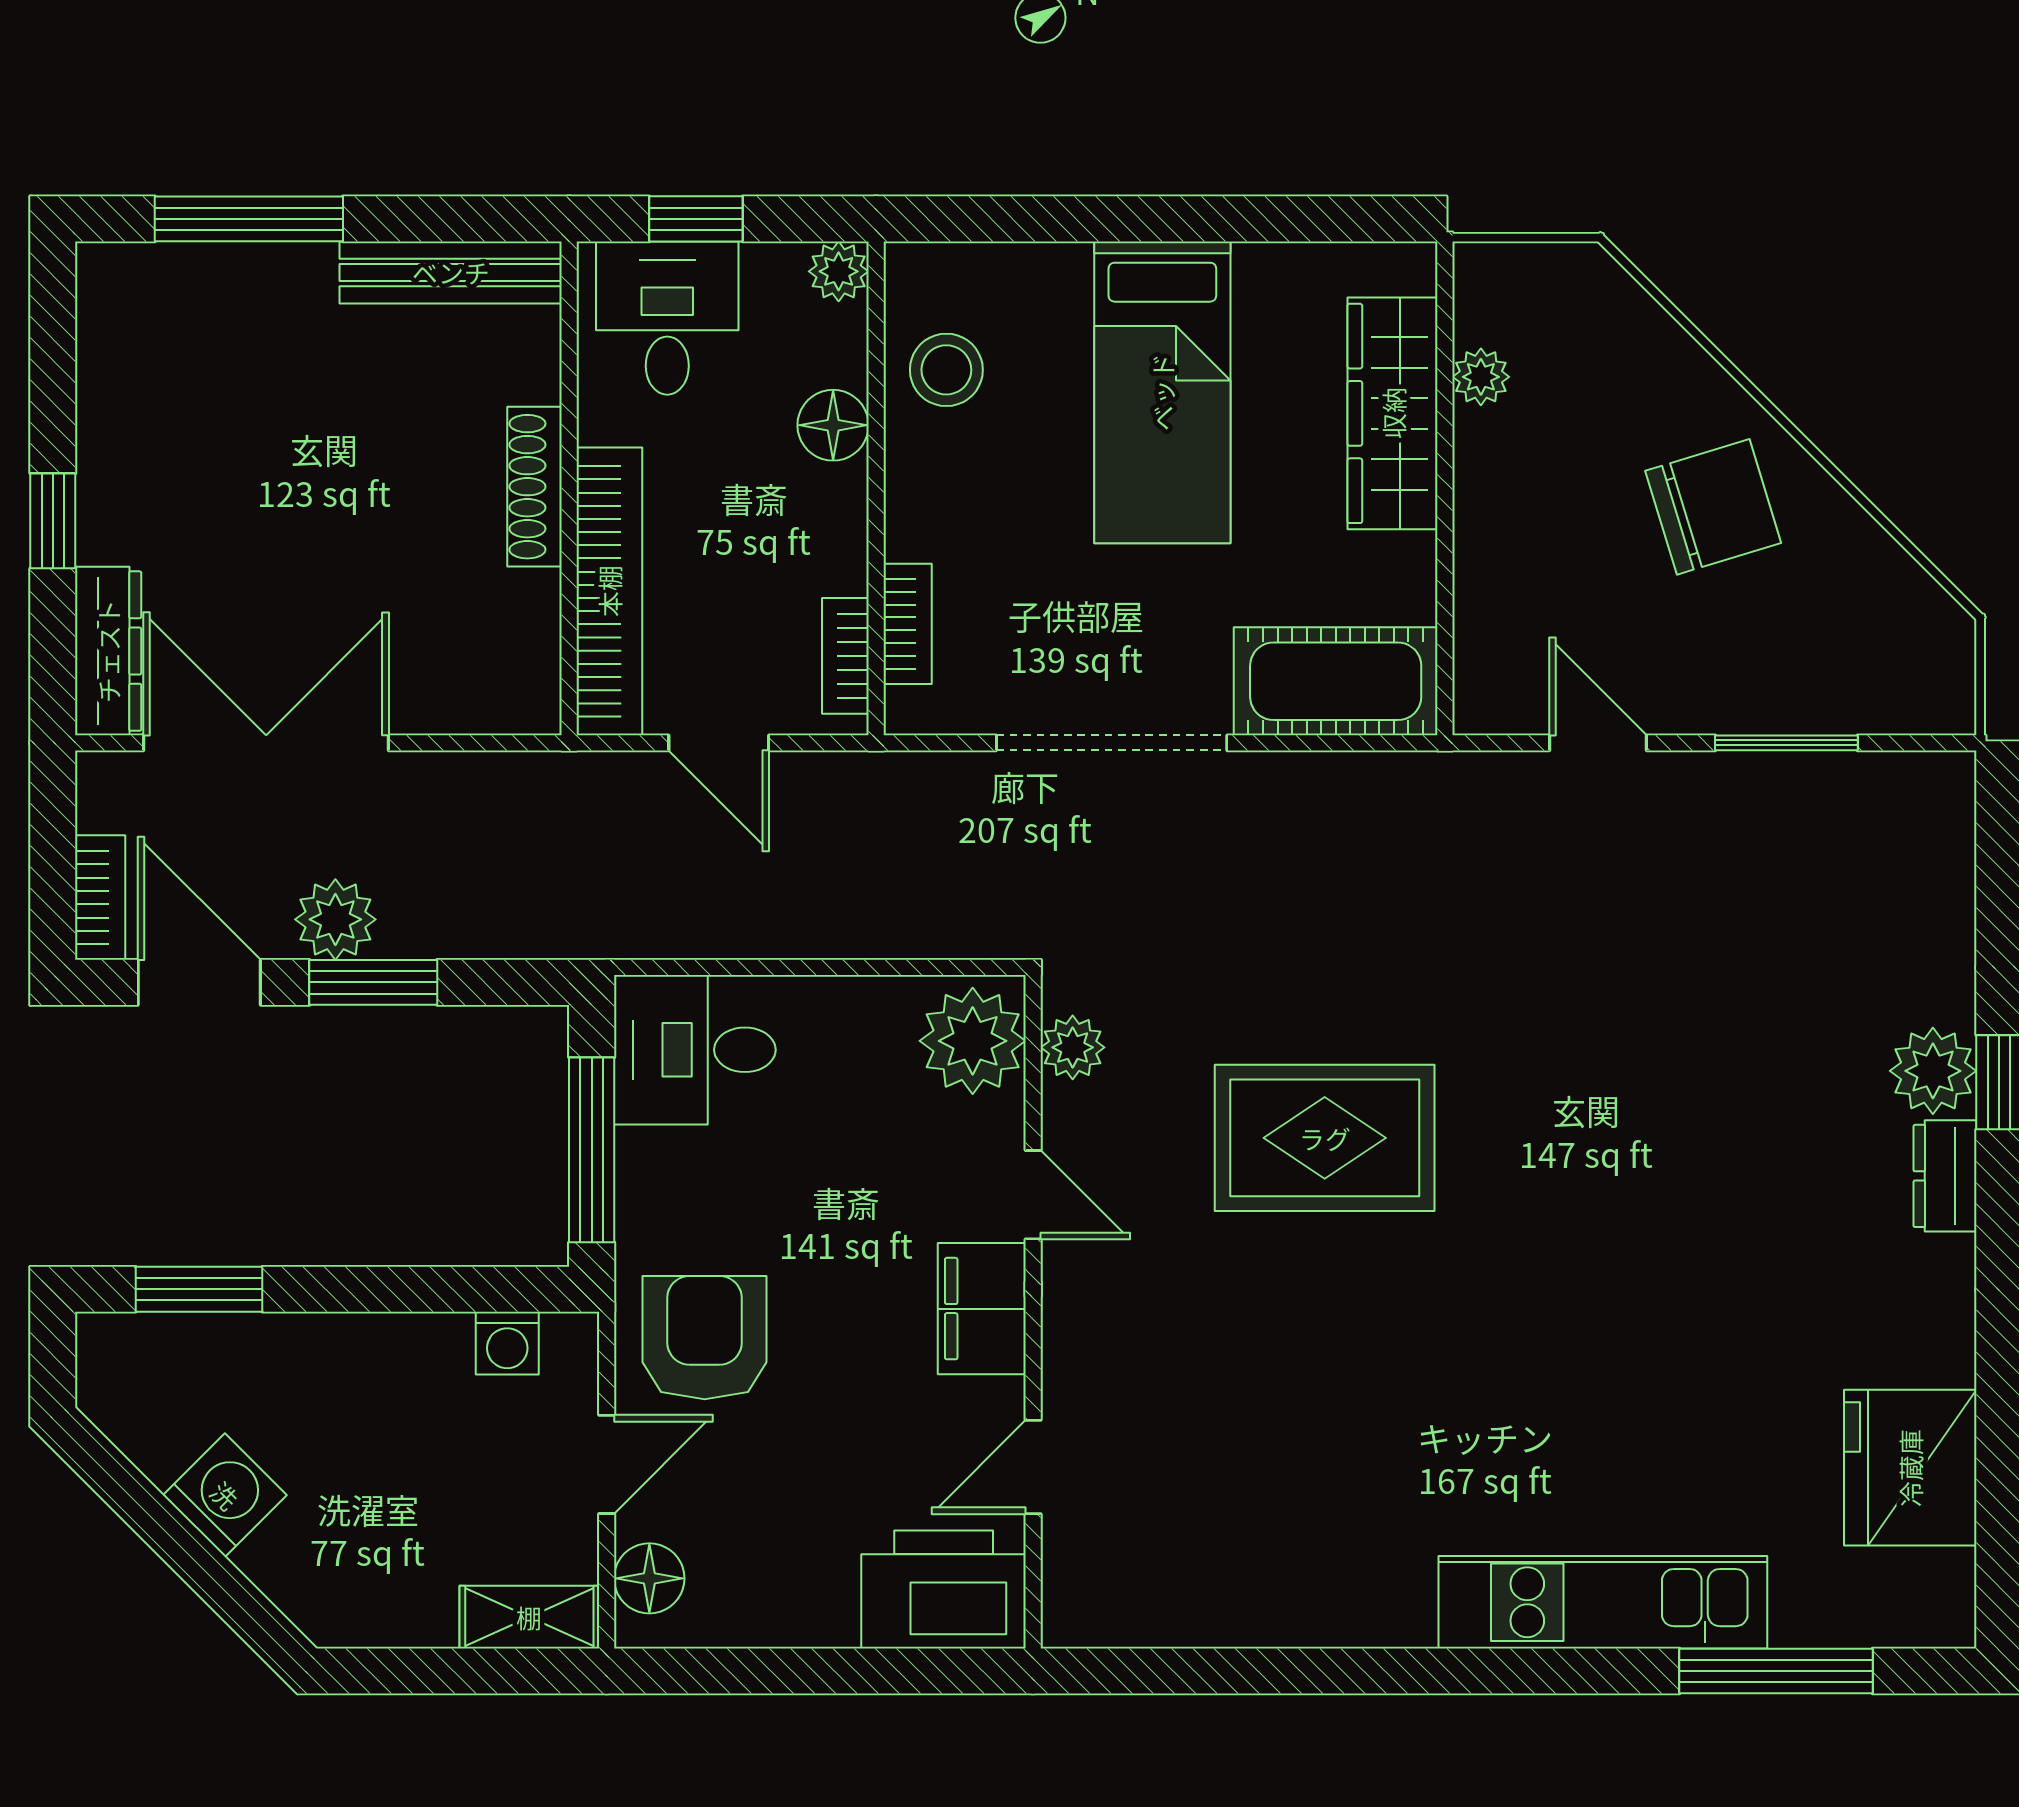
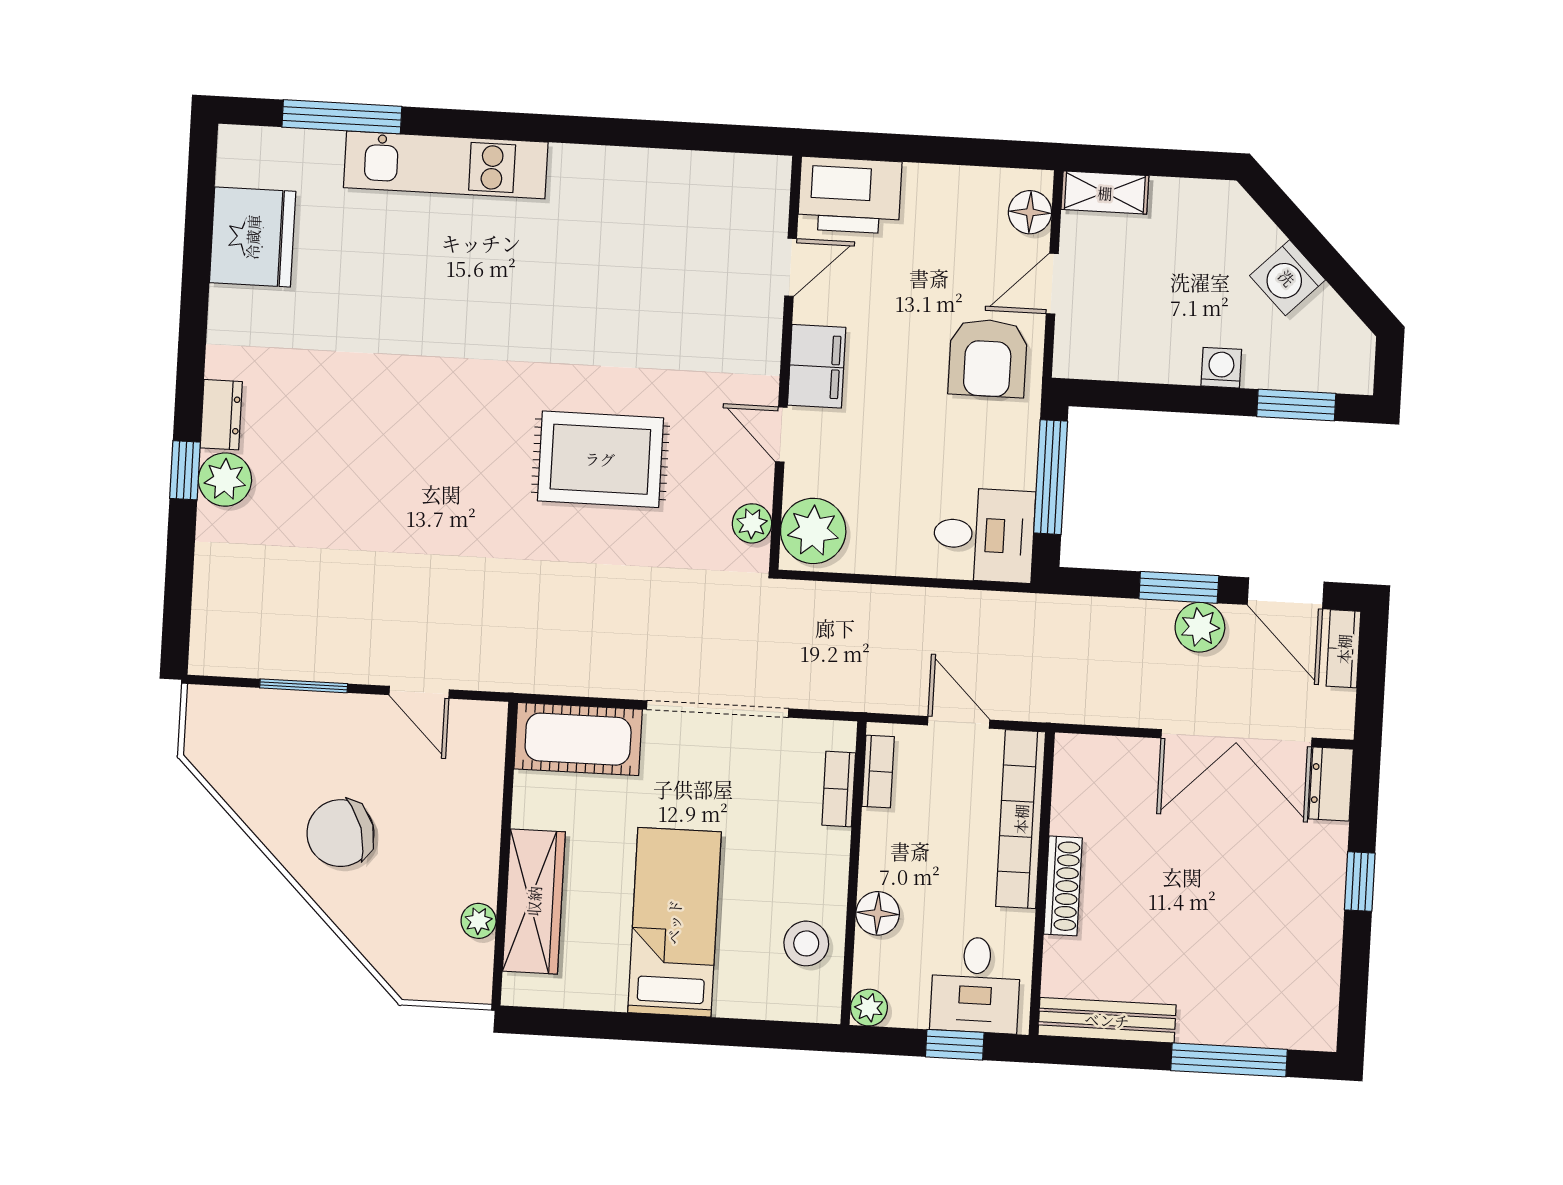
dresser: (108, 651) -> (1331, 784), width x0.70
washing machine: (507, 1343) -> (1221, 368), moved

